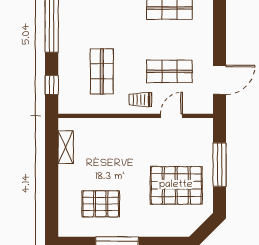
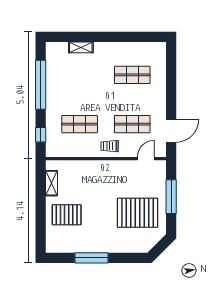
shop shelf: (102, 71) -> (80, 124), turned 90
door: (171, 116) -> (146, 159), moved
pallet: (101, 204) -> (67, 215), moved

